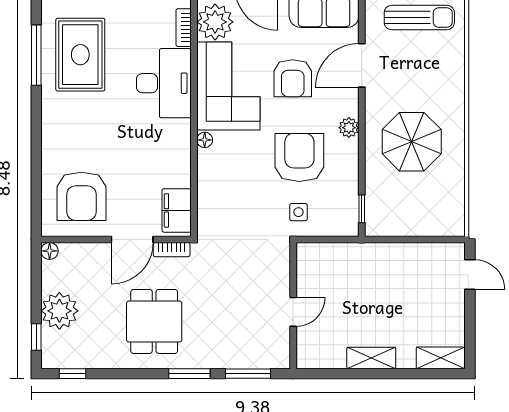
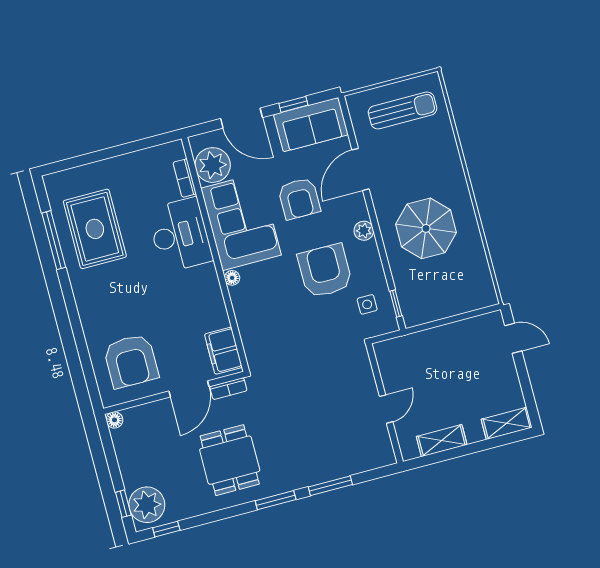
side table: (299, 212) -> (367, 304), moved
wall: (293, 306) -> (385, 403), moved
plant: (59, 311) -> (147, 505), moved
door: (293, 312) -> (386, 409), moved

